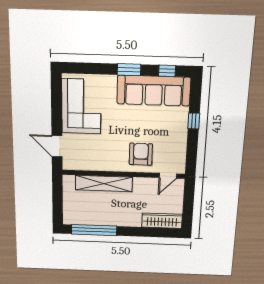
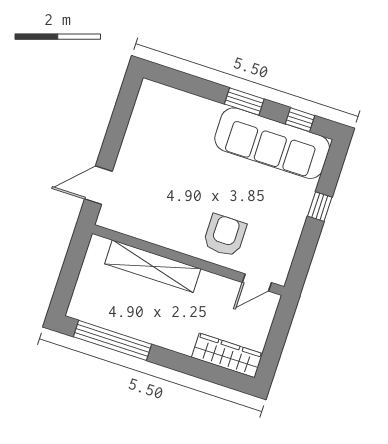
corner sofa: (81, 106) -> (156, 135), removed
door: (57, 146) -> (98, 185), hinge flipped

